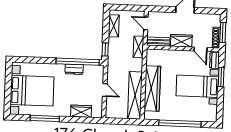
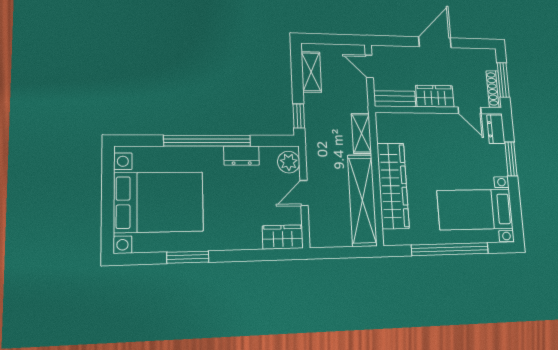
shelving: (138, 47) -> (361, 133), moved
window: (78, 62) -> (207, 141), moved
plant: (98, 74) -> (289, 162), added
bed with nightstands: (197, 86) -> (475, 209), moved
door: (105, 90) -> (304, 193), swing flipped
wardrobe: (81, 111) -> (283, 237), moved
window: (45, 118) -> (188, 257), width x0.69

